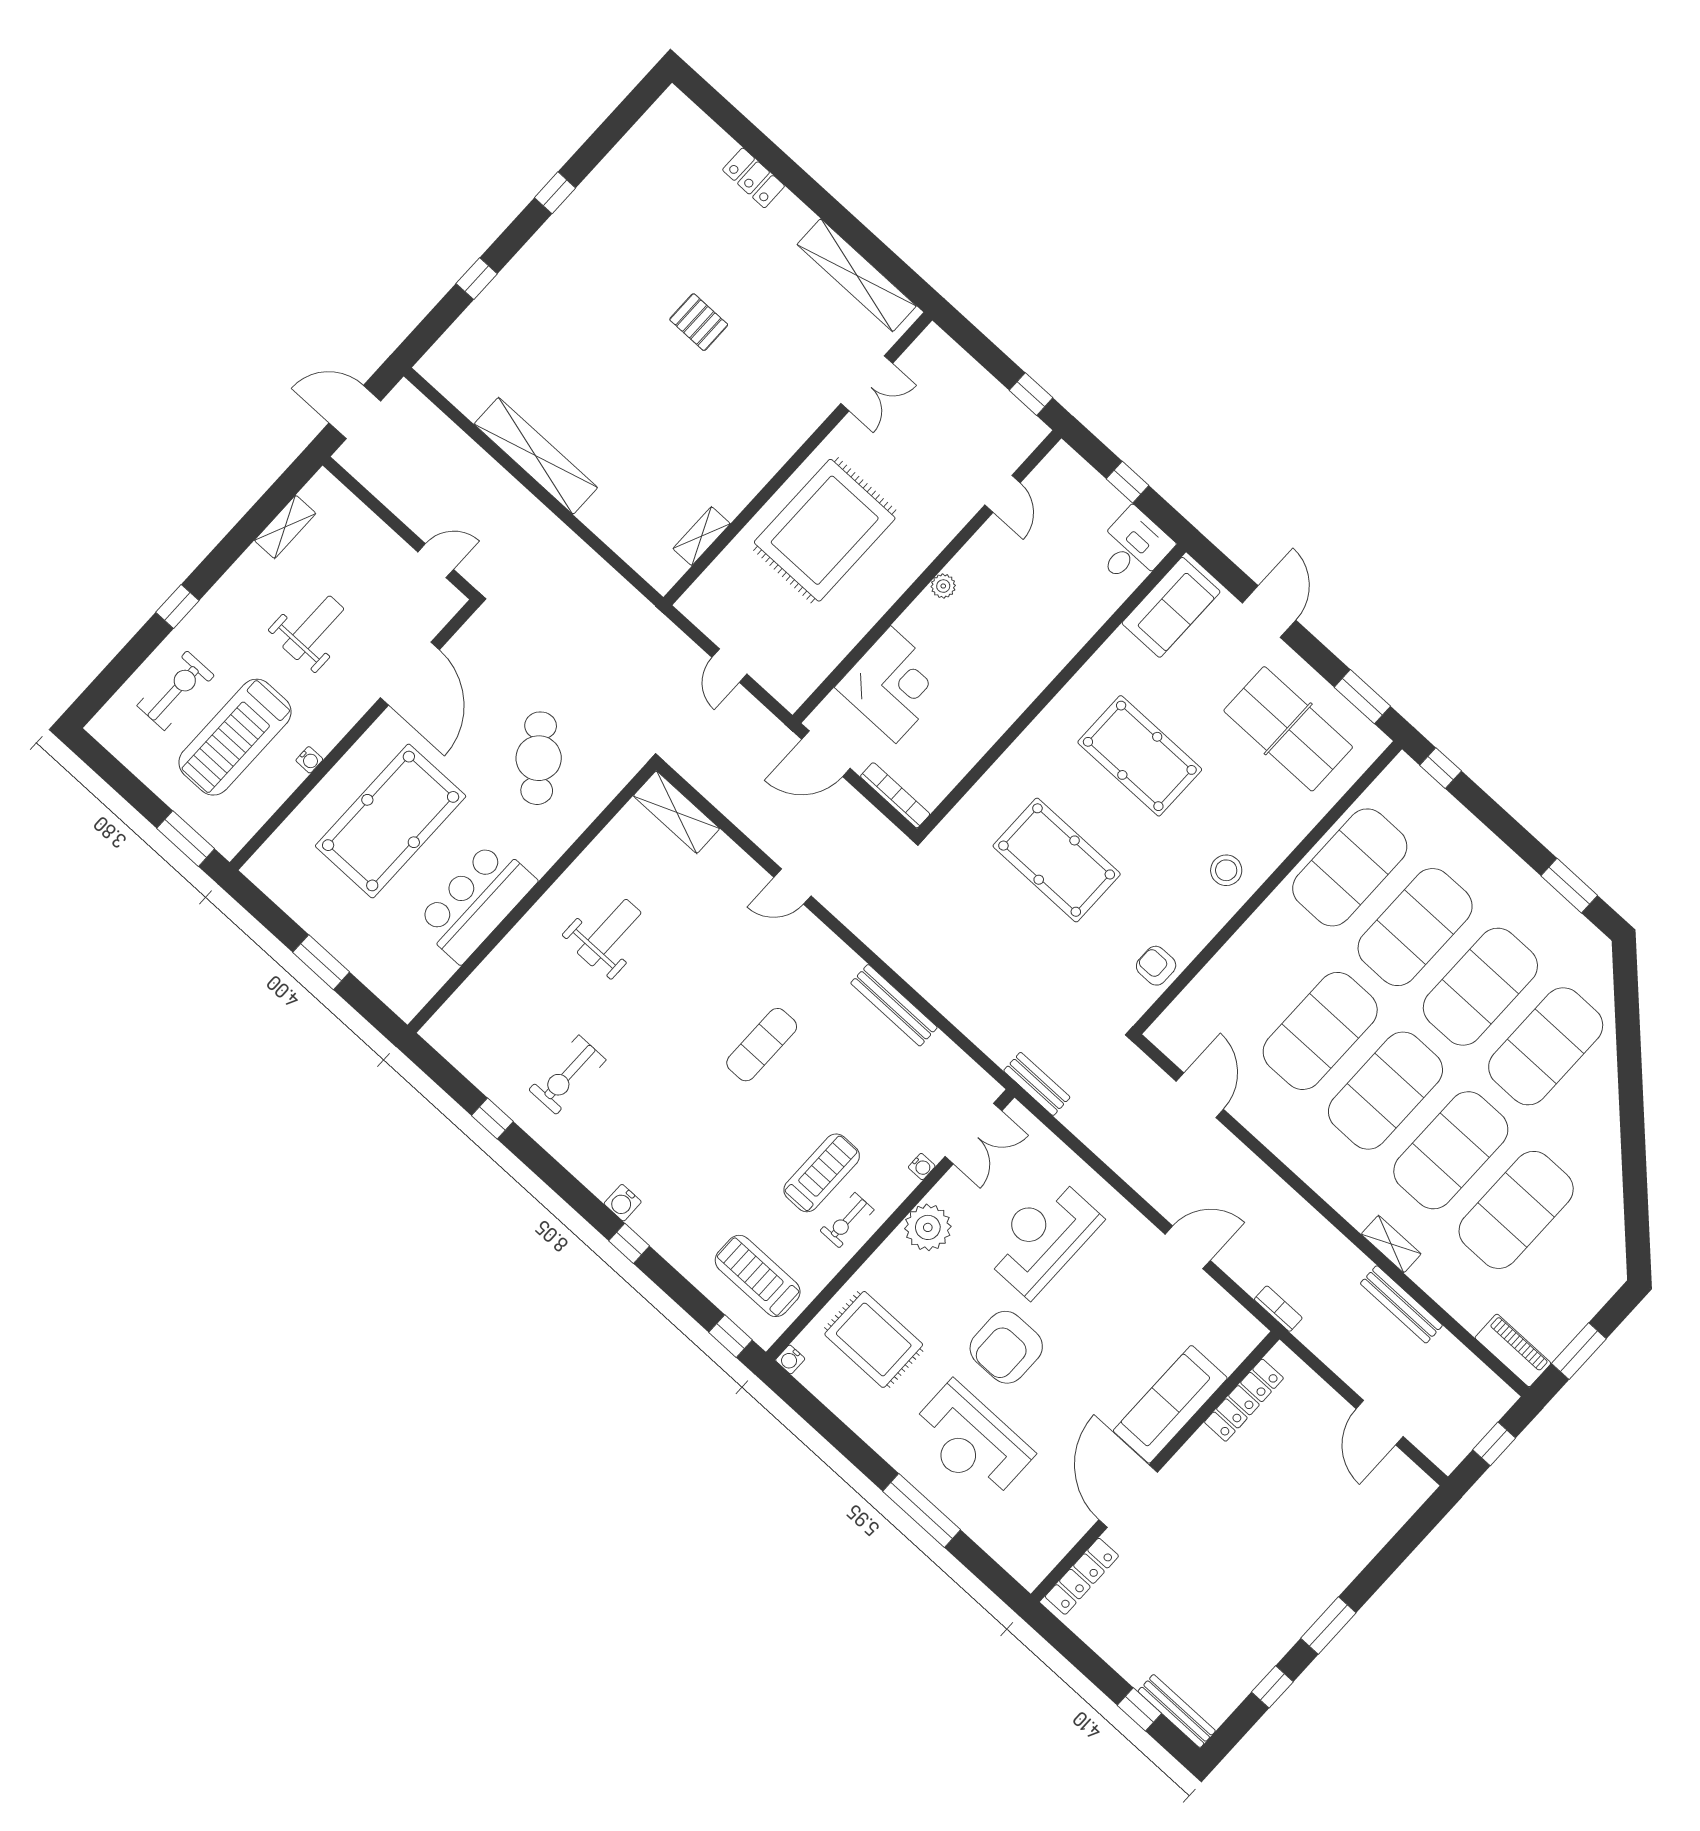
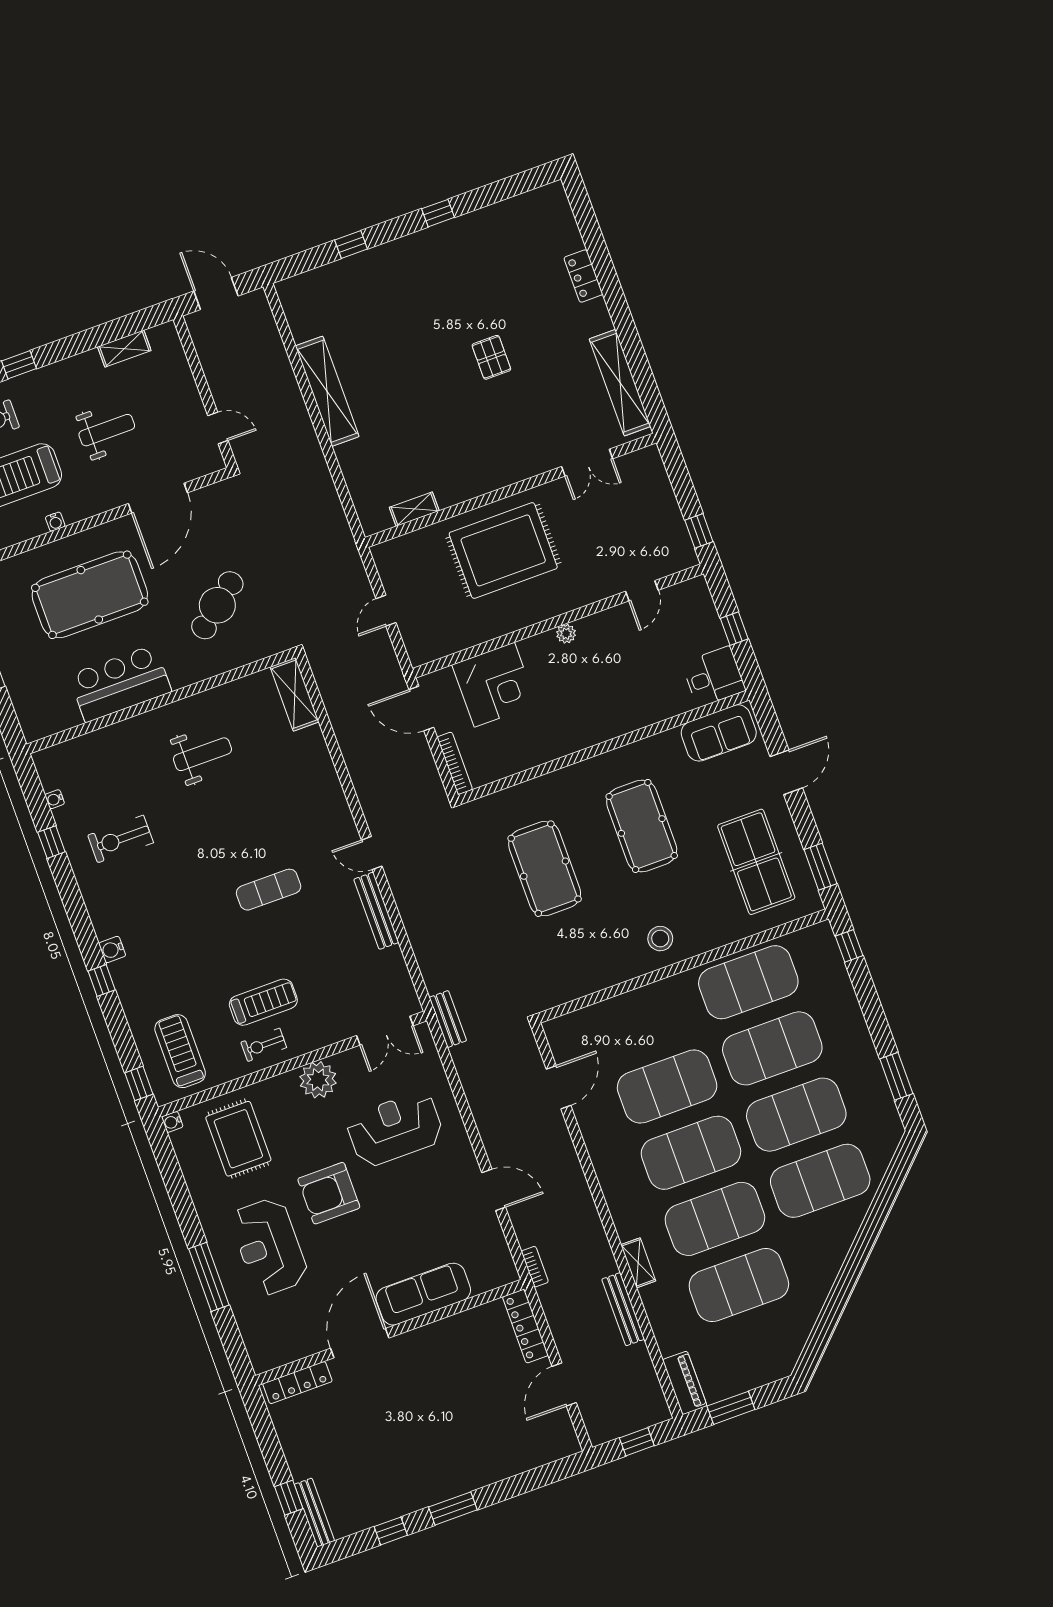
door: (793, 887) -> (372, 853), moved
armchair: (1156, 966) -> (576, 980), removed
water cooler: (922, 1167) -> (55, 799), moved, turned 90
locker: (1244, 1400) -> (525, 1326), moved, turned 90

